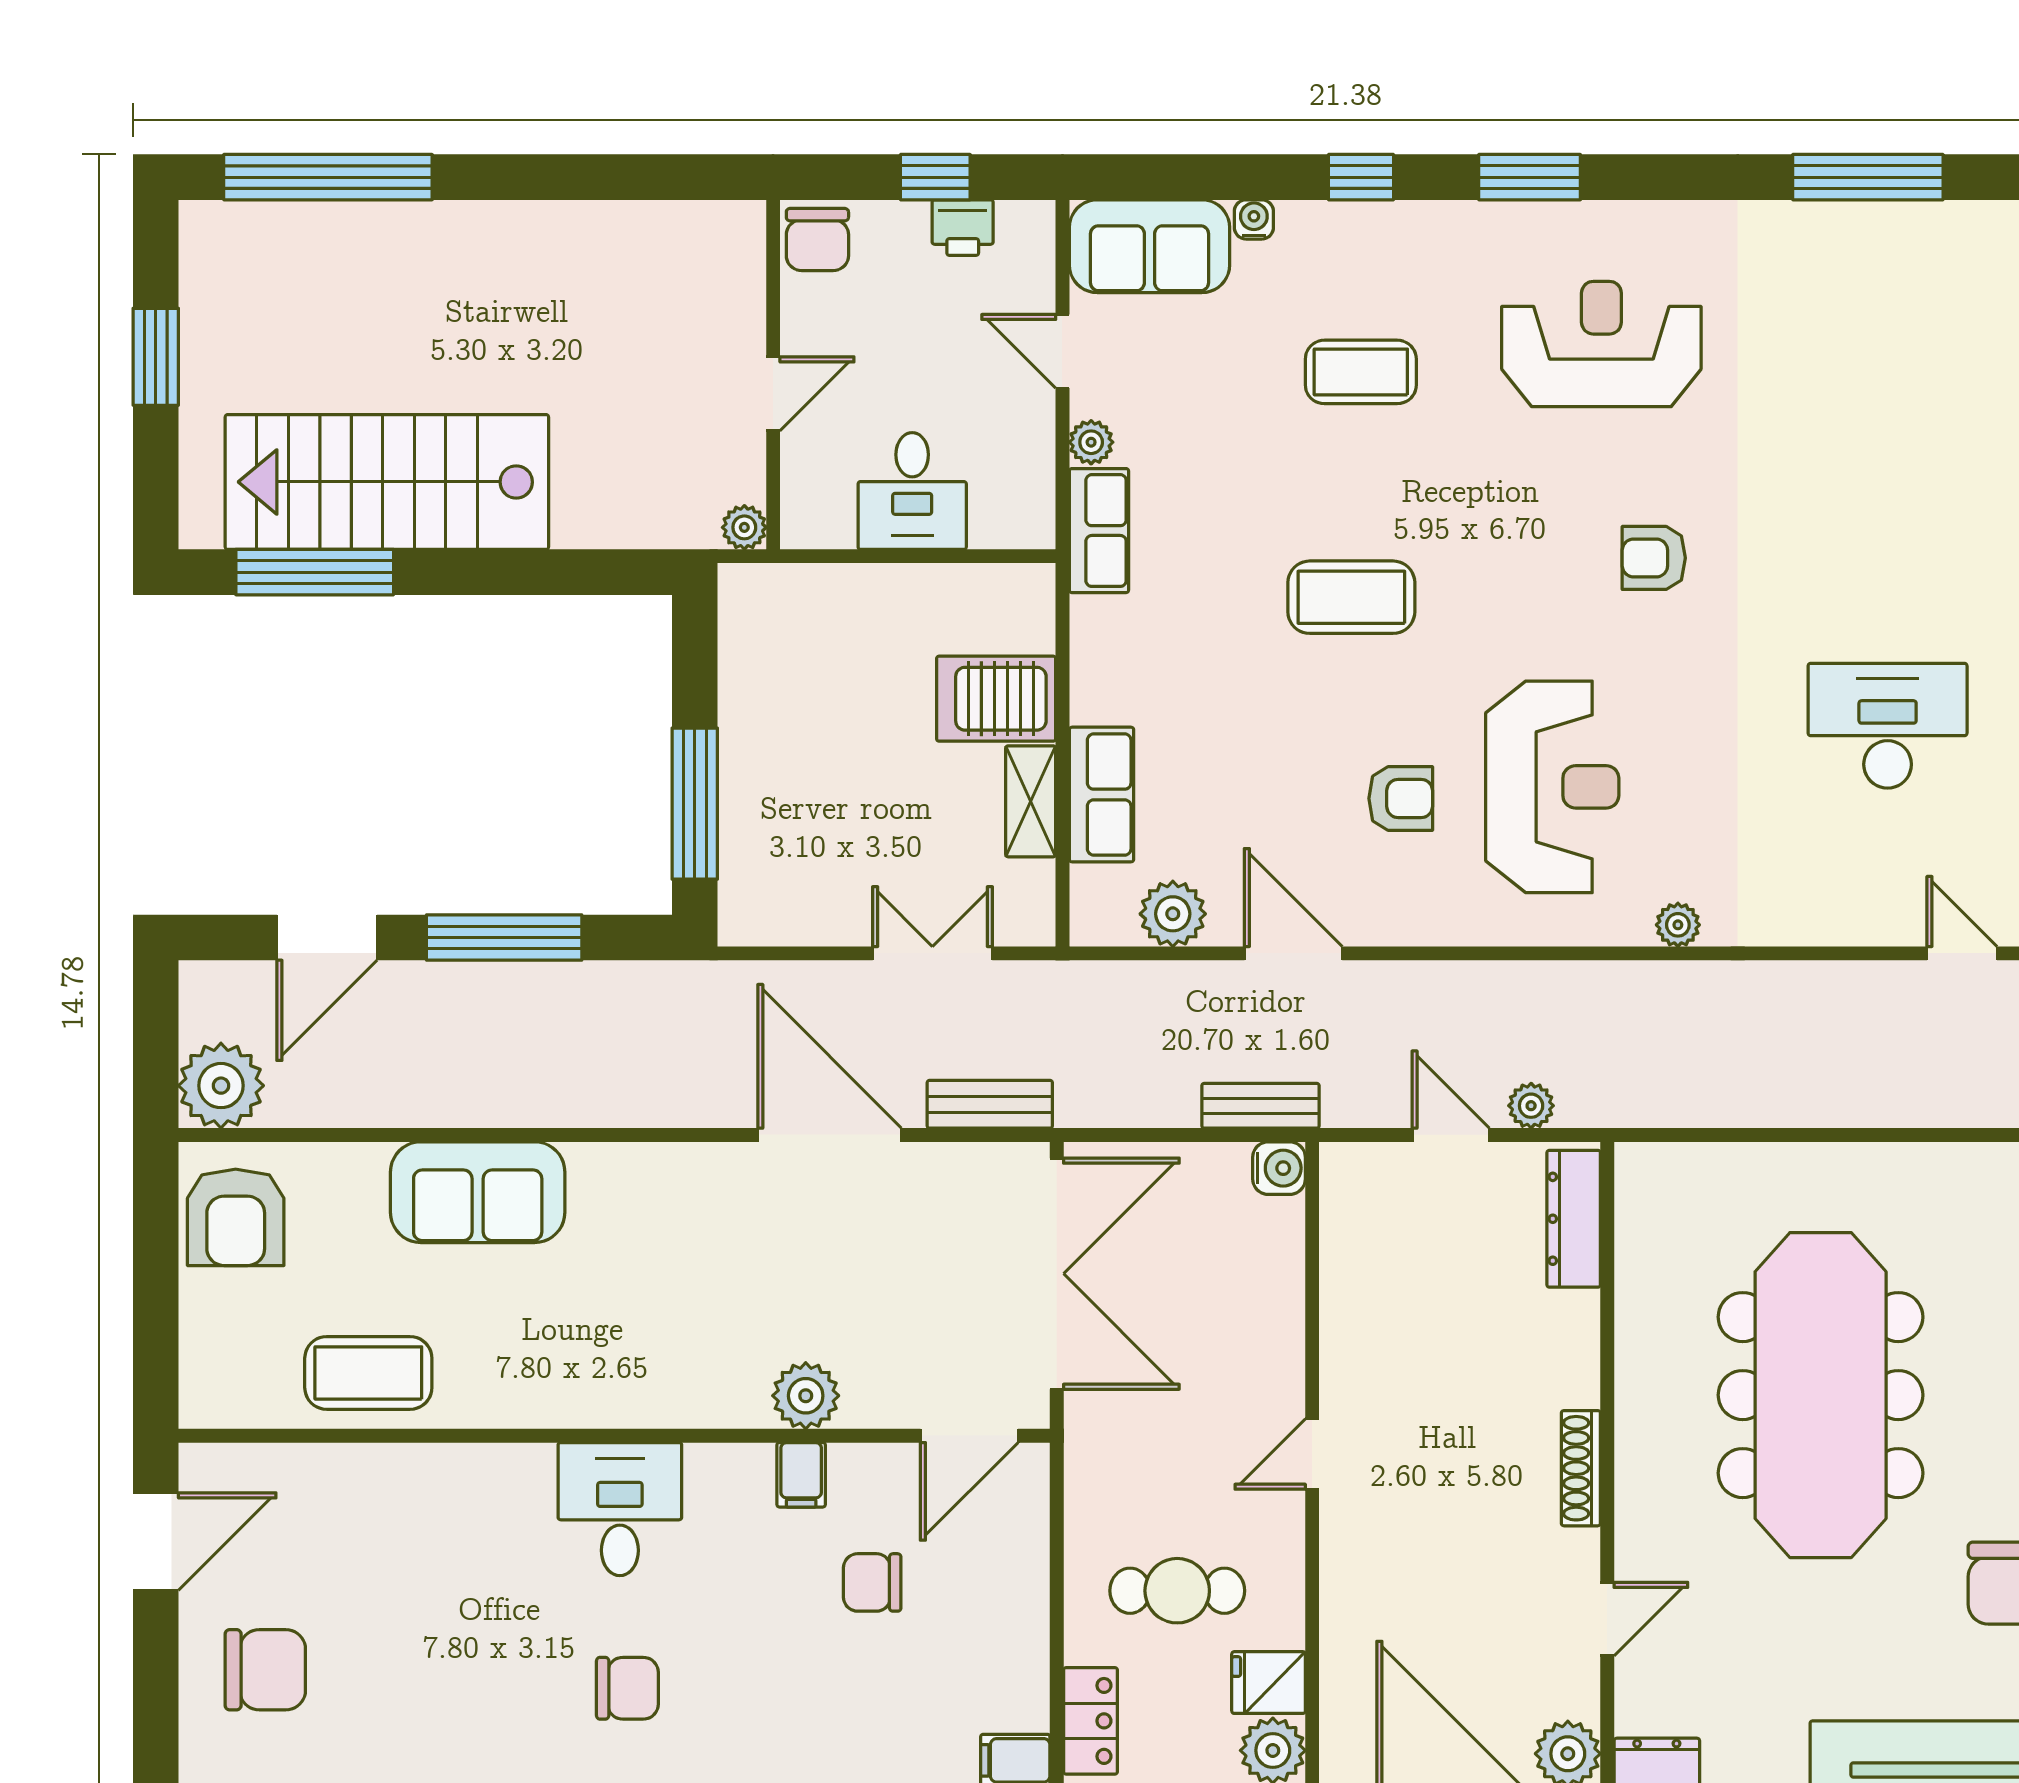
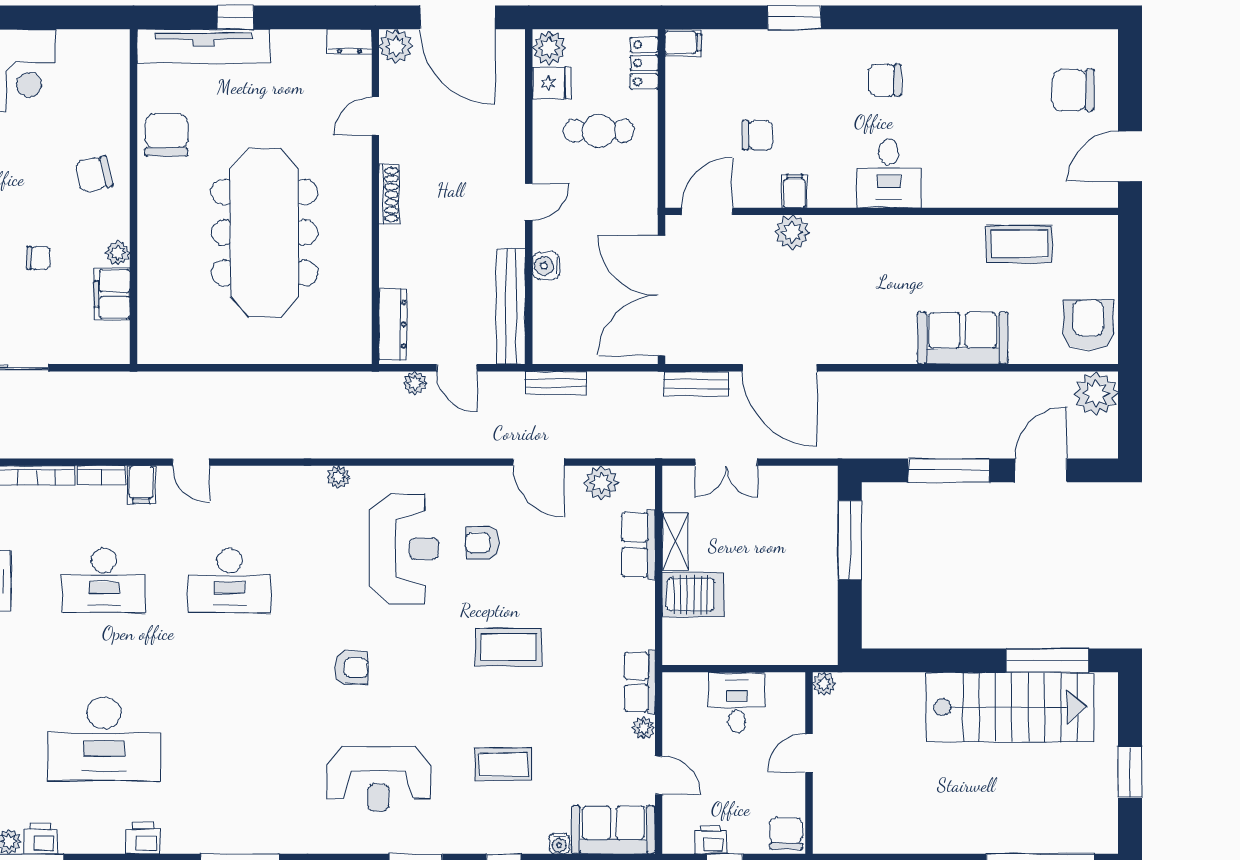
reception desk: (1552, 787) -> (404, 549), turned 180
water cooler: (1279, 1168) -> (546, 266), moved
bench: (1347, 1253) -> (511, 307), added

